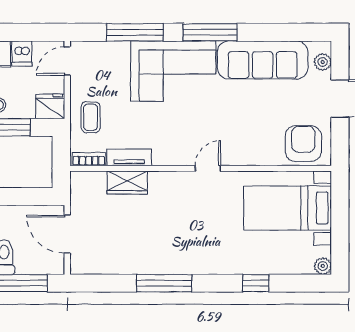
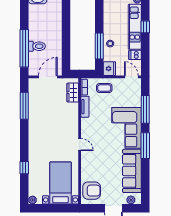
wardrobe: (127, 183) -> (73, 93), moved
window: (164, 283) -> (24, 106), moved

